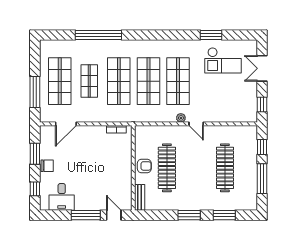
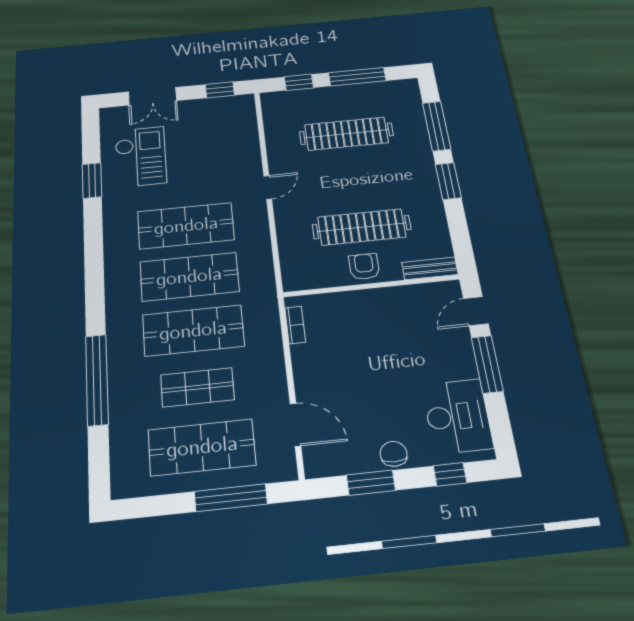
plant: (181, 118) -> (259, 213), removed
desk: (62, 197) -> (457, 416), width x1.37
window: (224, 215) -> (437, 126), width x1.44

